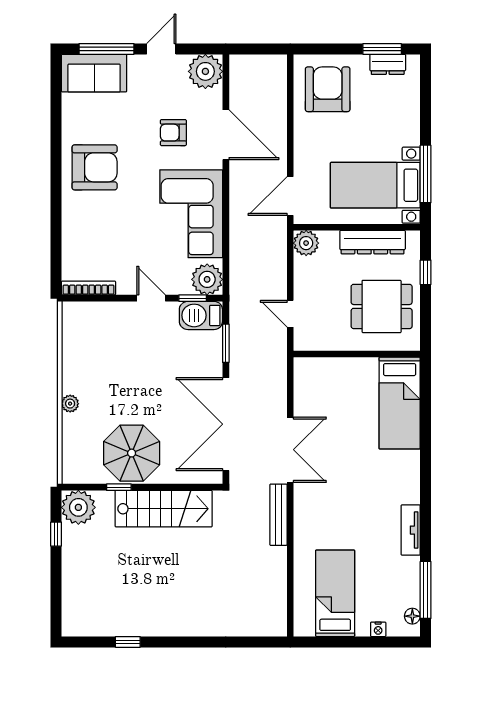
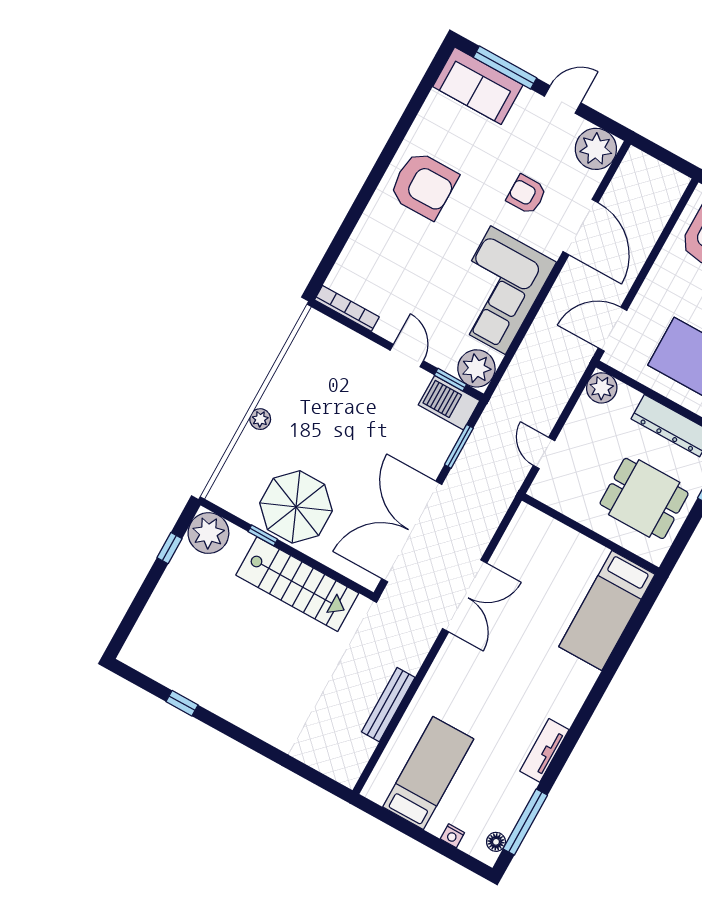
bench: (278, 515) -> (388, 705), moved

